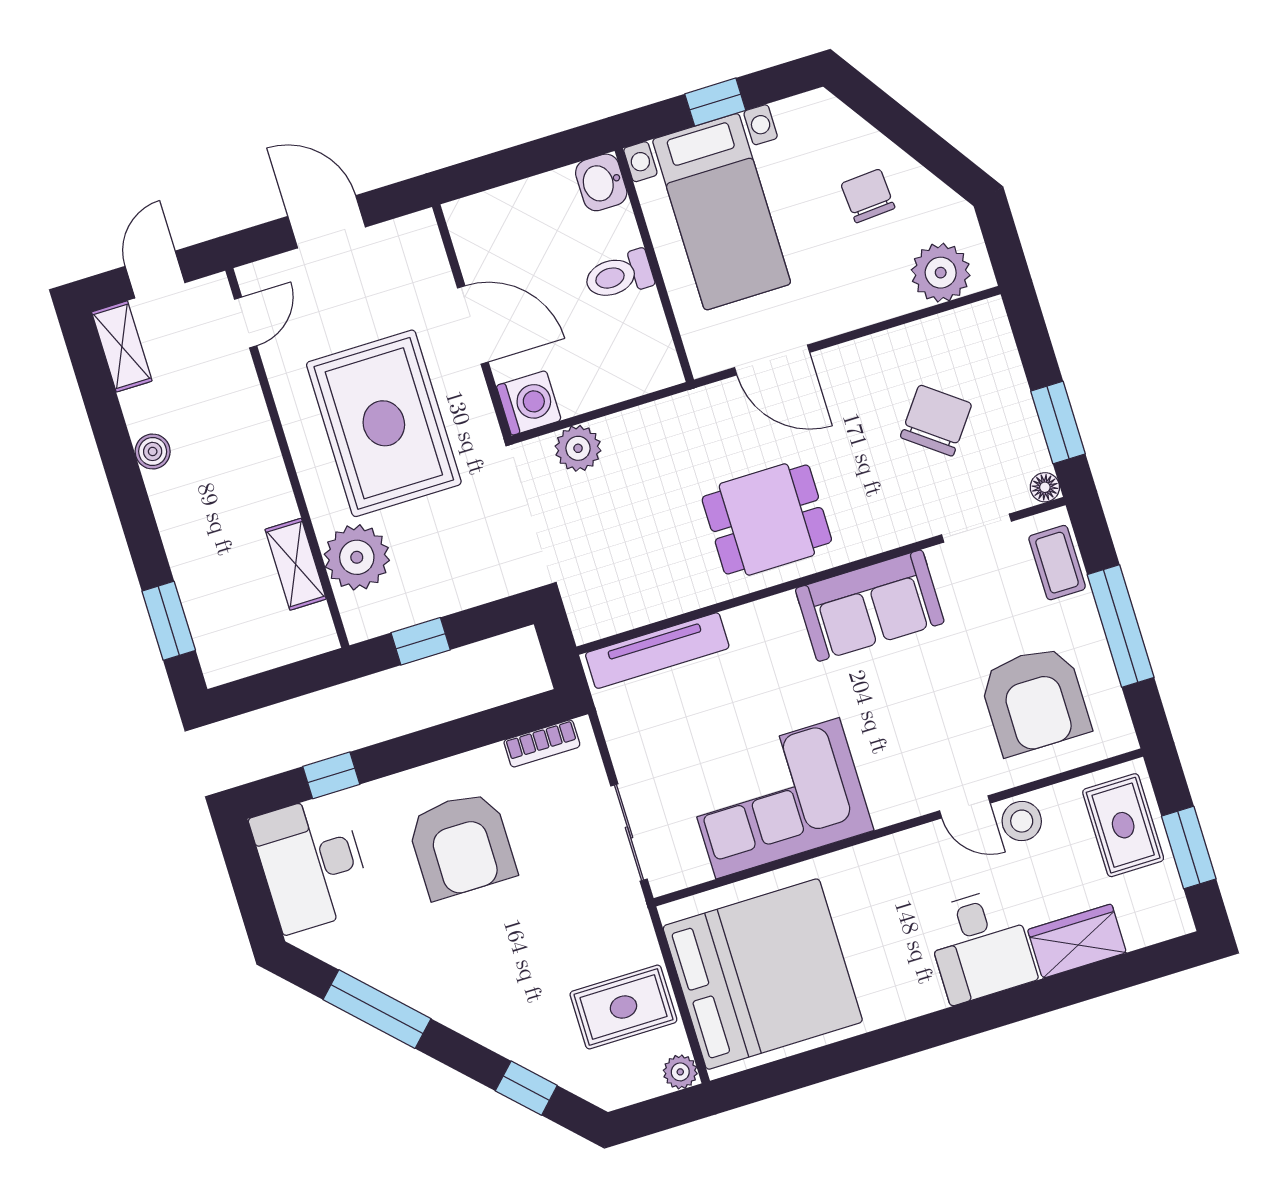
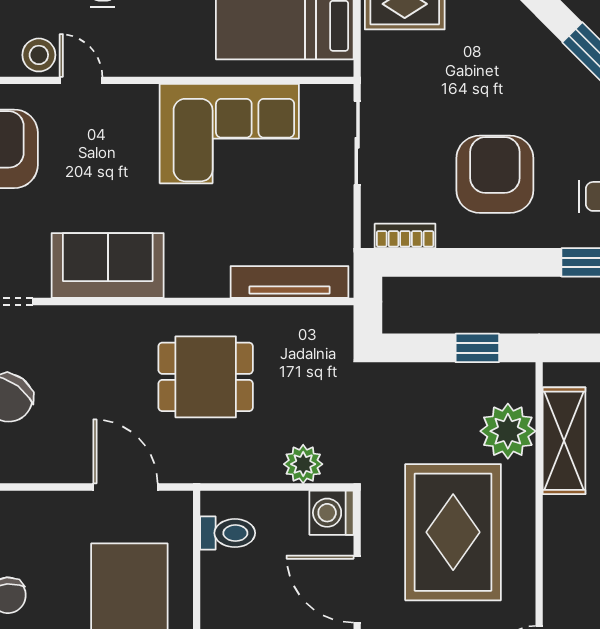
toilet: (619, 275) -> (228, 533), moved
dining table: (767, 519) -> (206, 377), moved
shelving: (296, 564) -> (564, 441), width x1.50, depth x1.33

